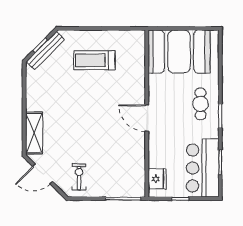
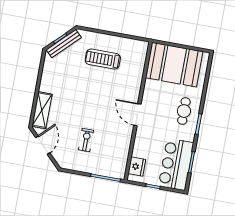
door: (43, 174) -> (43, 145), swing flipped
exercise bike: (79, 177) -> (86, 140), moved

